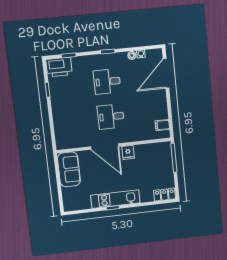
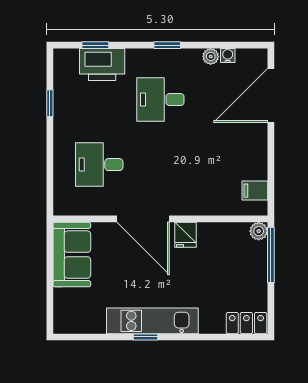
printer: (59, 67) -> (102, 65), moved
desk: (111, 117) -> (99, 165), moved
plant: (166, 146) -> (259, 231), added

